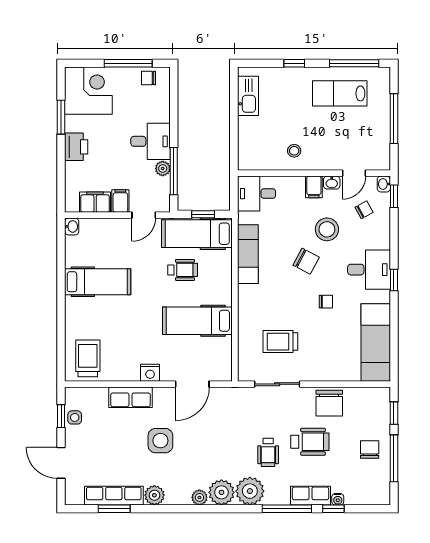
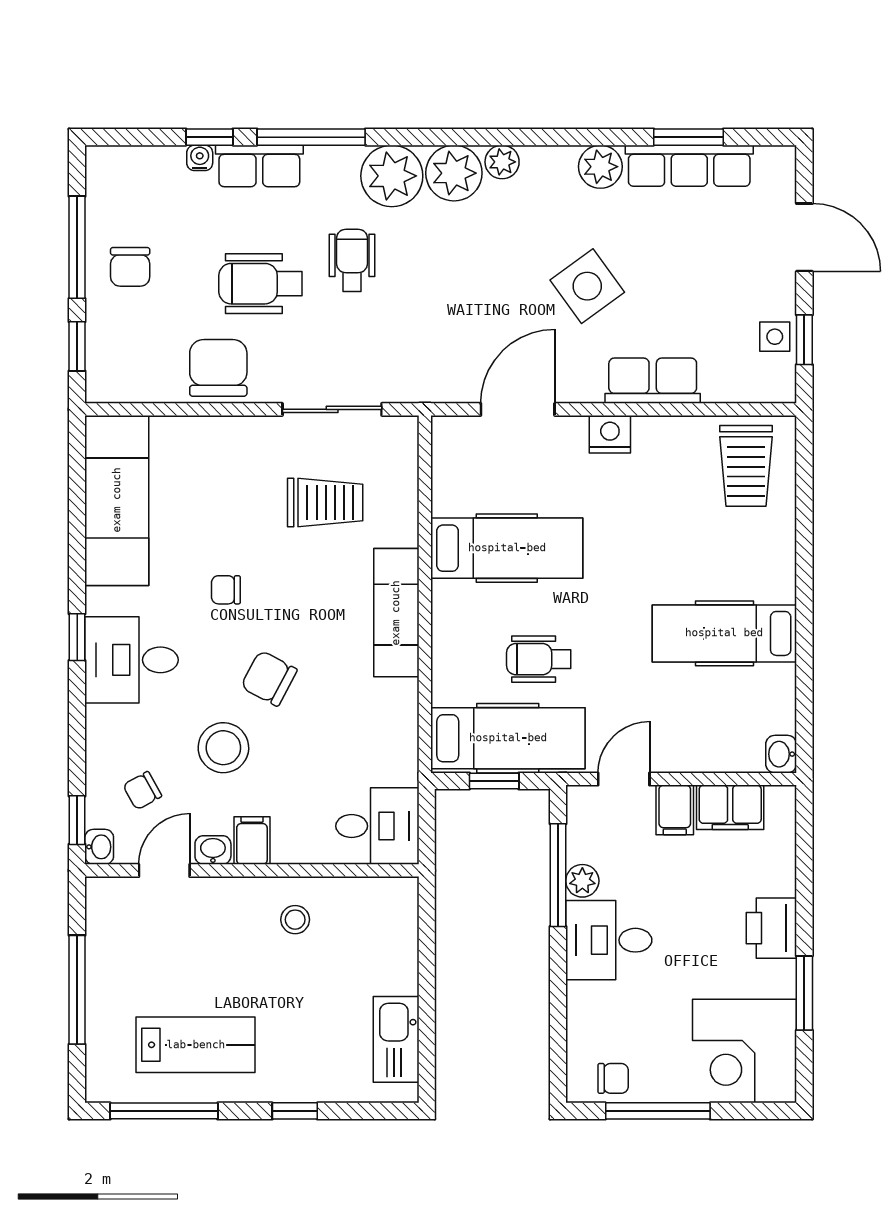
exam couch: (248, 254) -> (396, 613), moved
side table: (160, 441) -> (587, 286), turned -36

